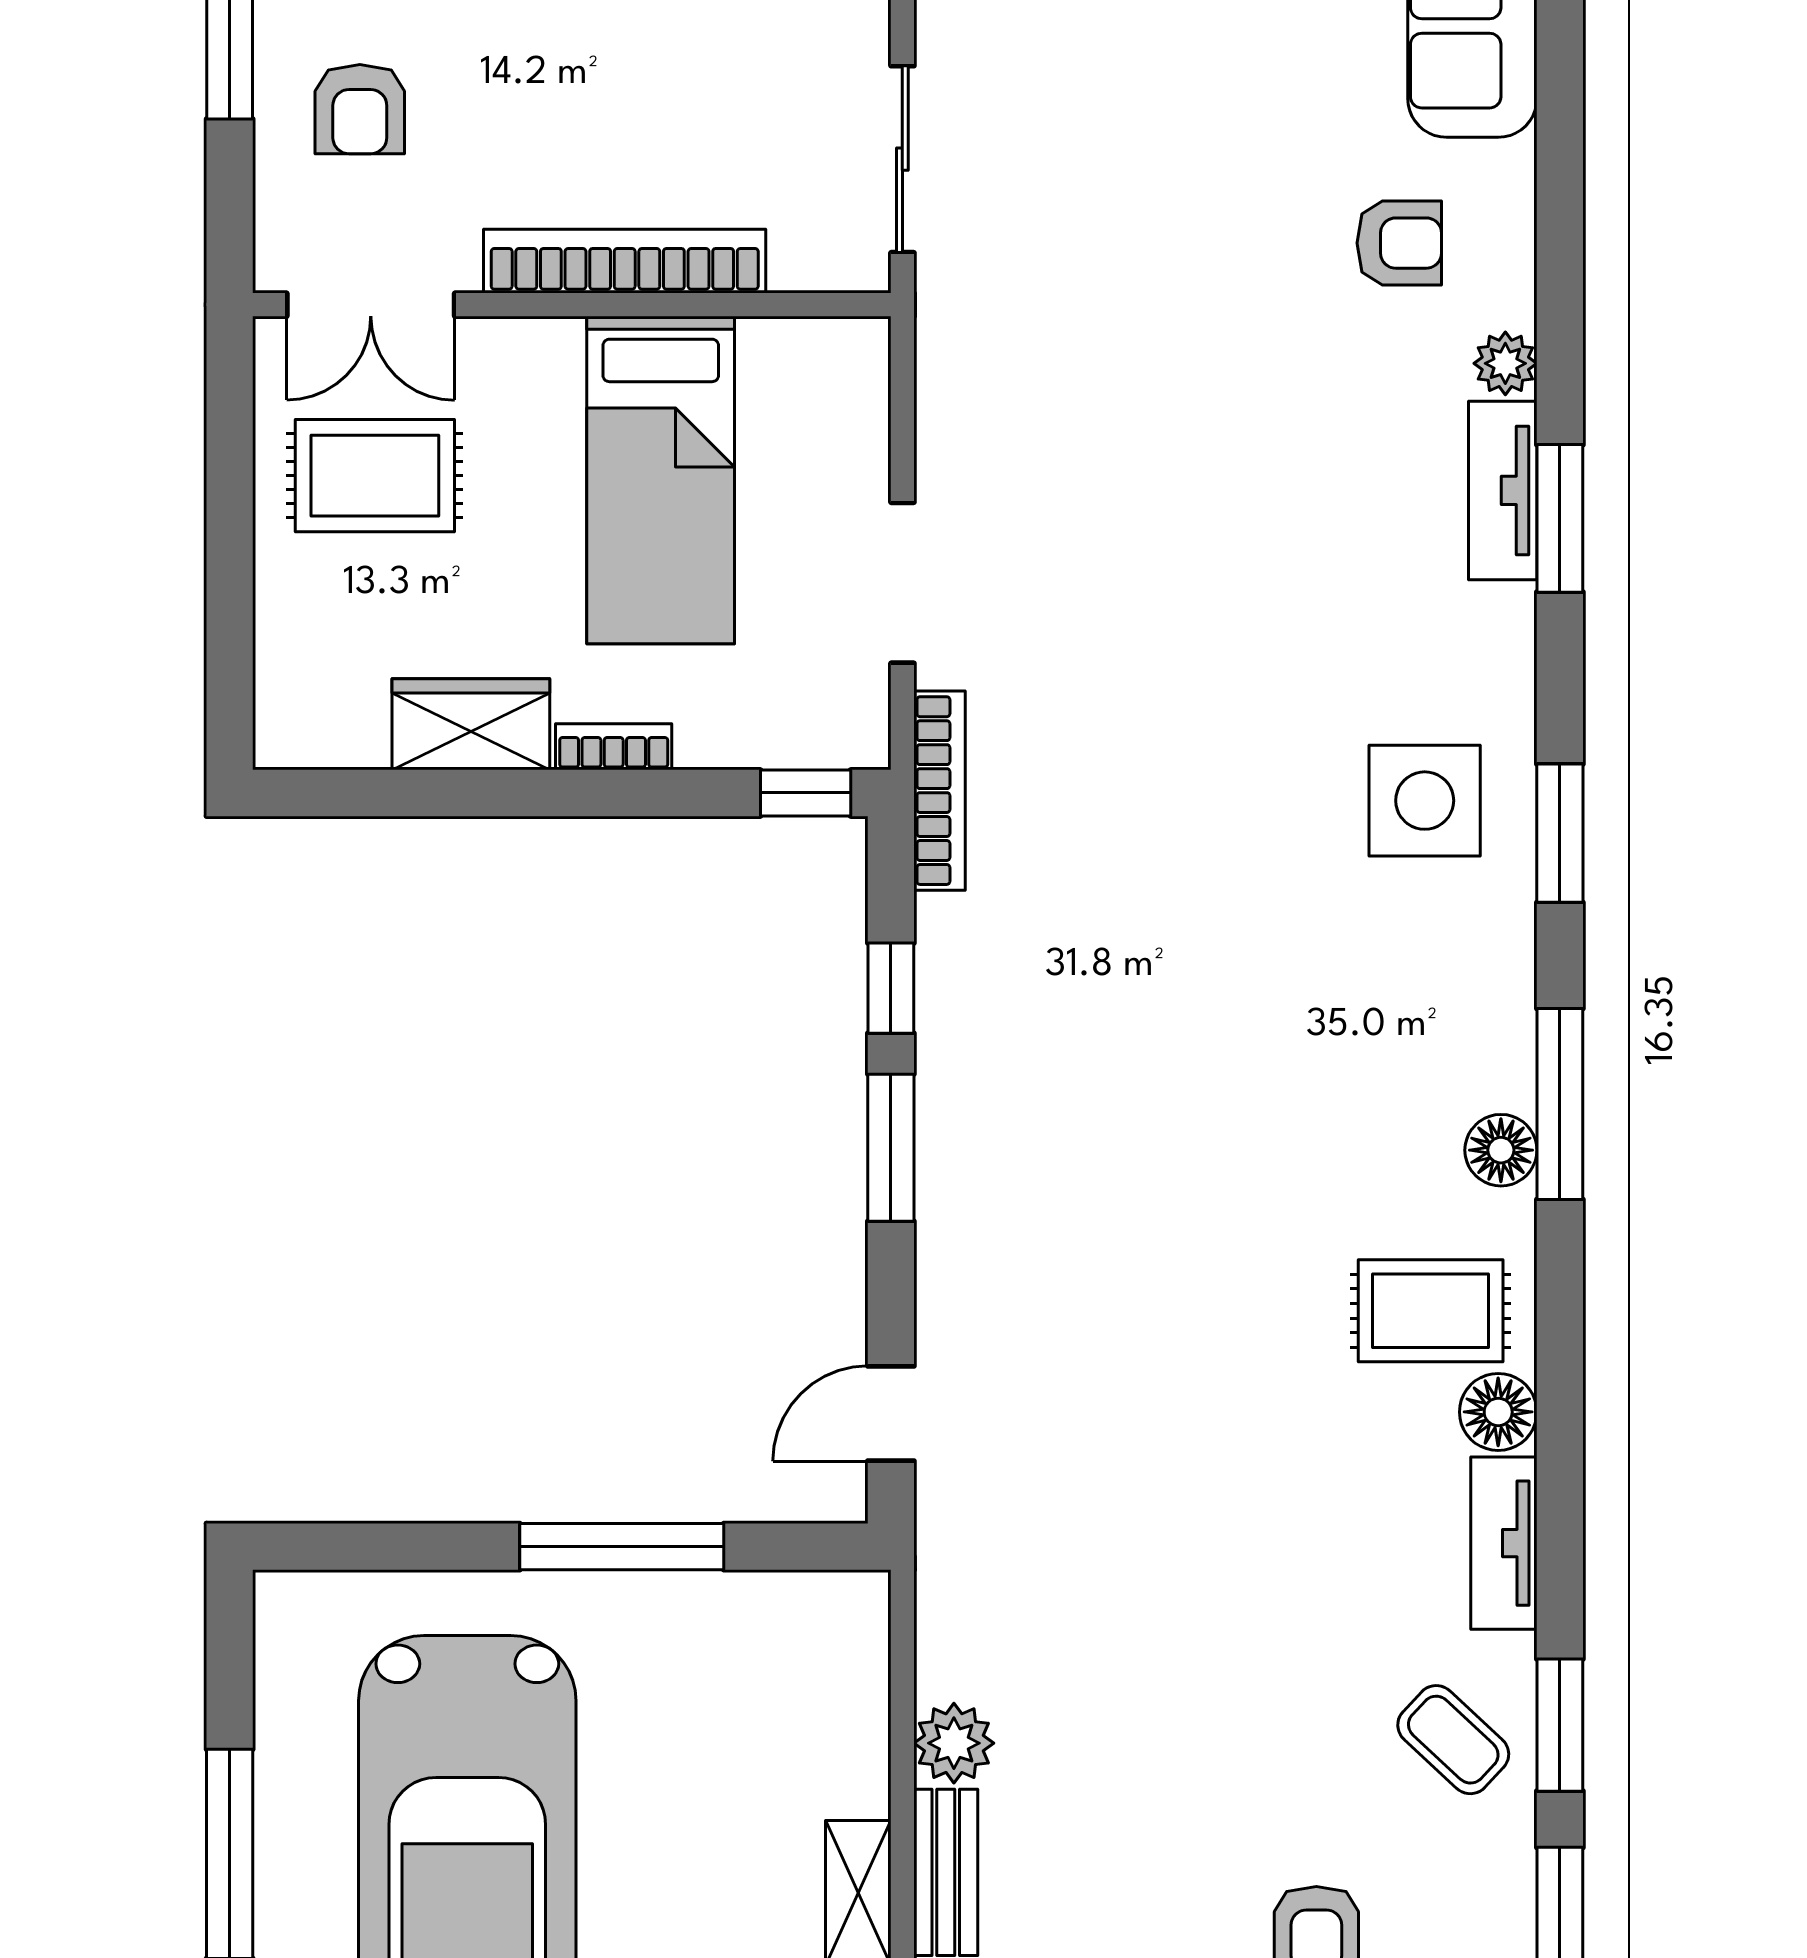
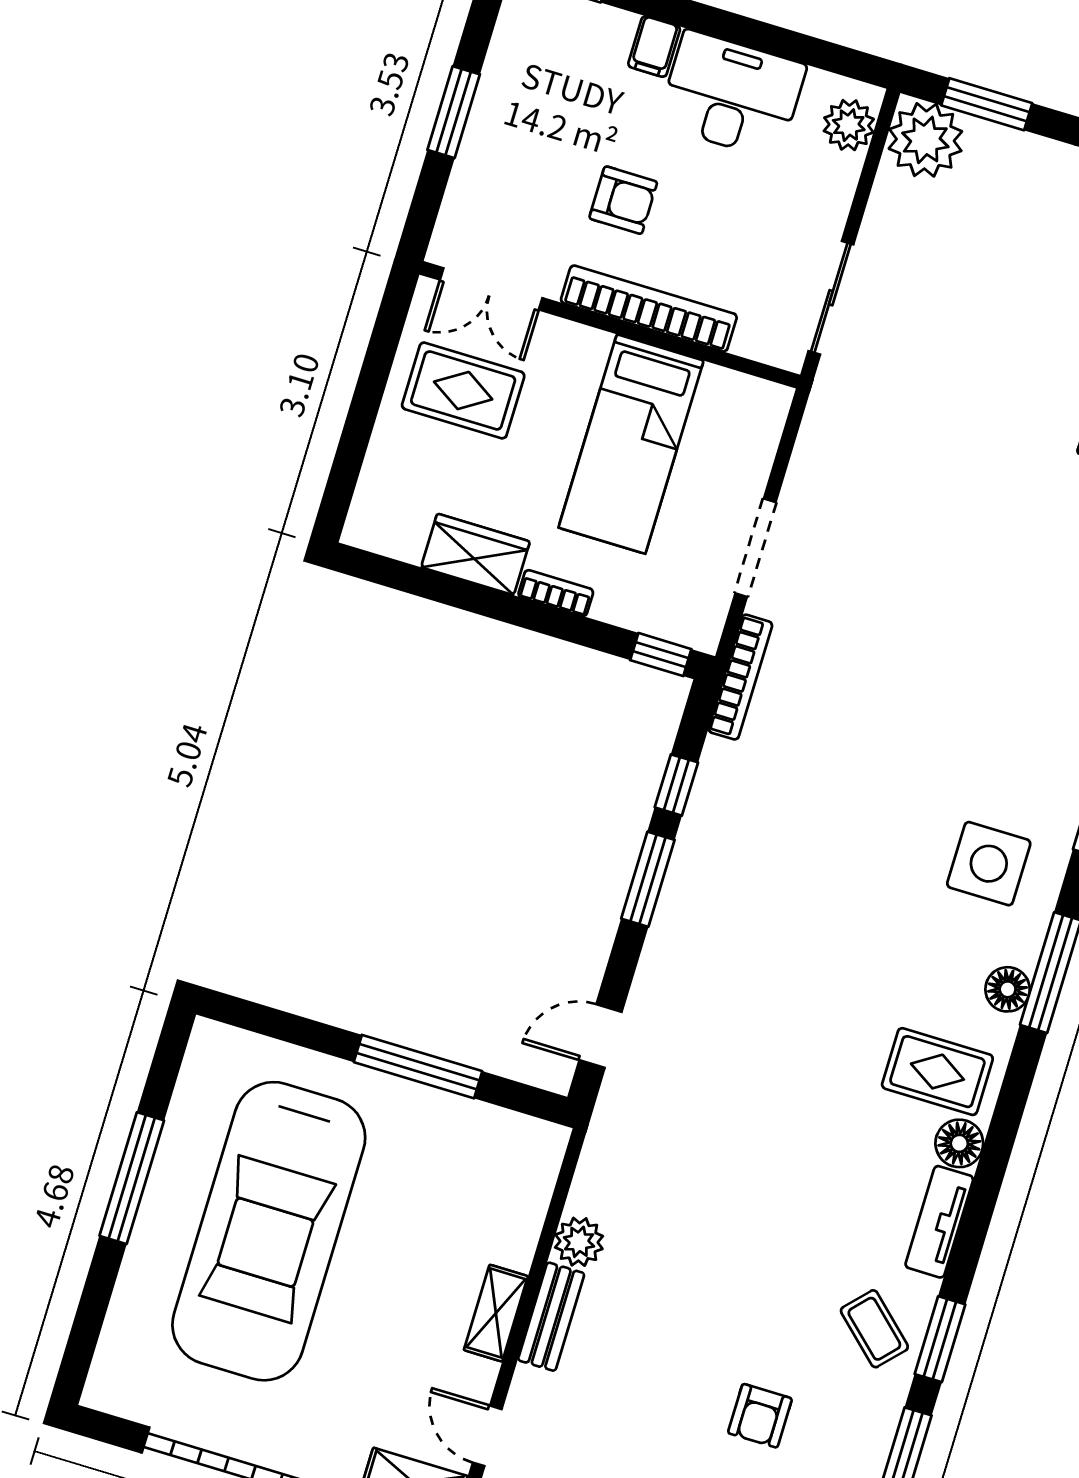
armchair: (360, 109) -> (623, 200), moved, turned -90
side table: (1425, 801) -> (989, 864), moved

